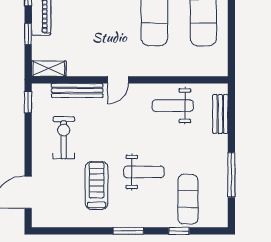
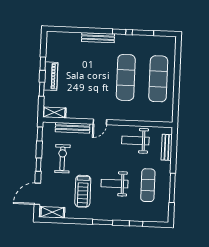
window: (28, 148) -> (39, 165), added
weight bench: (144, 172) -> (115, 184), turned 180
treadmill: (97, 185) -> (83, 191), turned 180
exercise mat: (188, 199) -> (148, 185), moved
shelving: (52, 219) -> (52, 212), added

